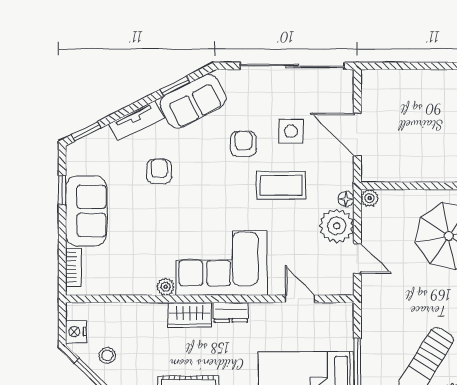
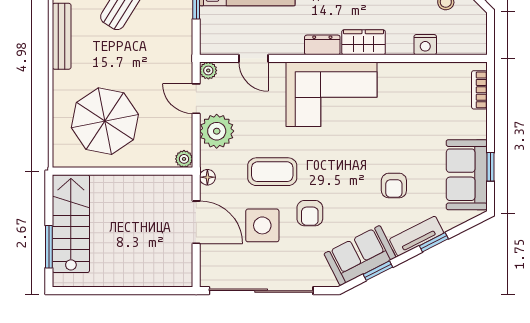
window: (86, 131) -> (434, 242), moved
side table: (291, 131) -> (262, 225), width x1.37, depth x1.37
floor lamp: (346, 199) -> (207, 177), moved
sofa: (86, 211) -> (467, 175), moved
plant: (166, 287) -> (208, 70), moved
nightstand: (76, 332) -> (425, 45), moved, turned 90

